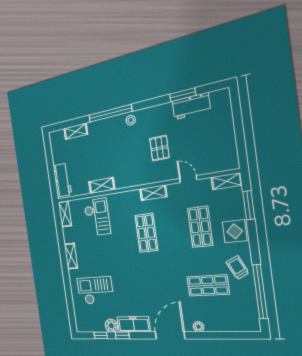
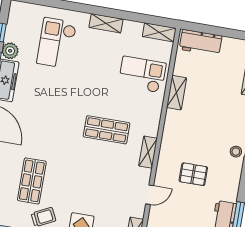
checkout: (97, 217) -> (142, 75), turned 180
shop shelf: (200, 227) -> (96, 192), removed
checkout: (95, 290) -> (57, 43), turned 180

